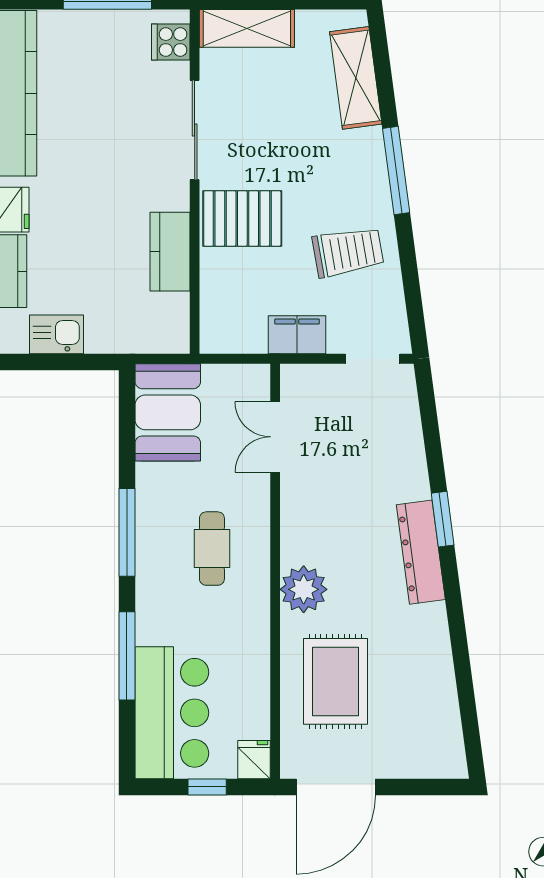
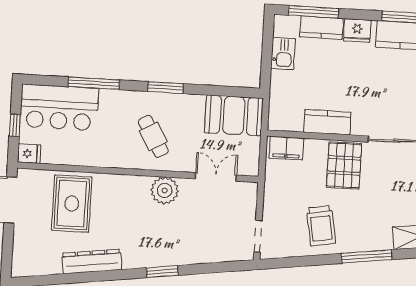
filing cabinet: (297, 335) -> (286, 148), moved, turned 90
window: (127, 532) -> (166, 88), width x0.69
cafe table: (212, 549) -> (153, 136), turned 60
dresser: (421, 552) -> (92, 262), moved
plant: (304, 589) -> (165, 190), moved
rug: (335, 681) -> (72, 204), turned 90

